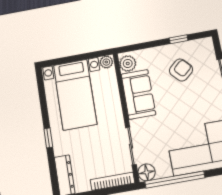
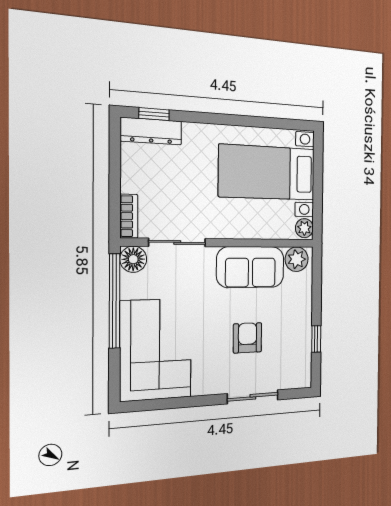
armchair: (181, 70) -> (247, 338), moved, turned -138
window: (48, 138) -> (154, 114), moved
bookcase: (112, 181) -> (129, 216), width x0.64

